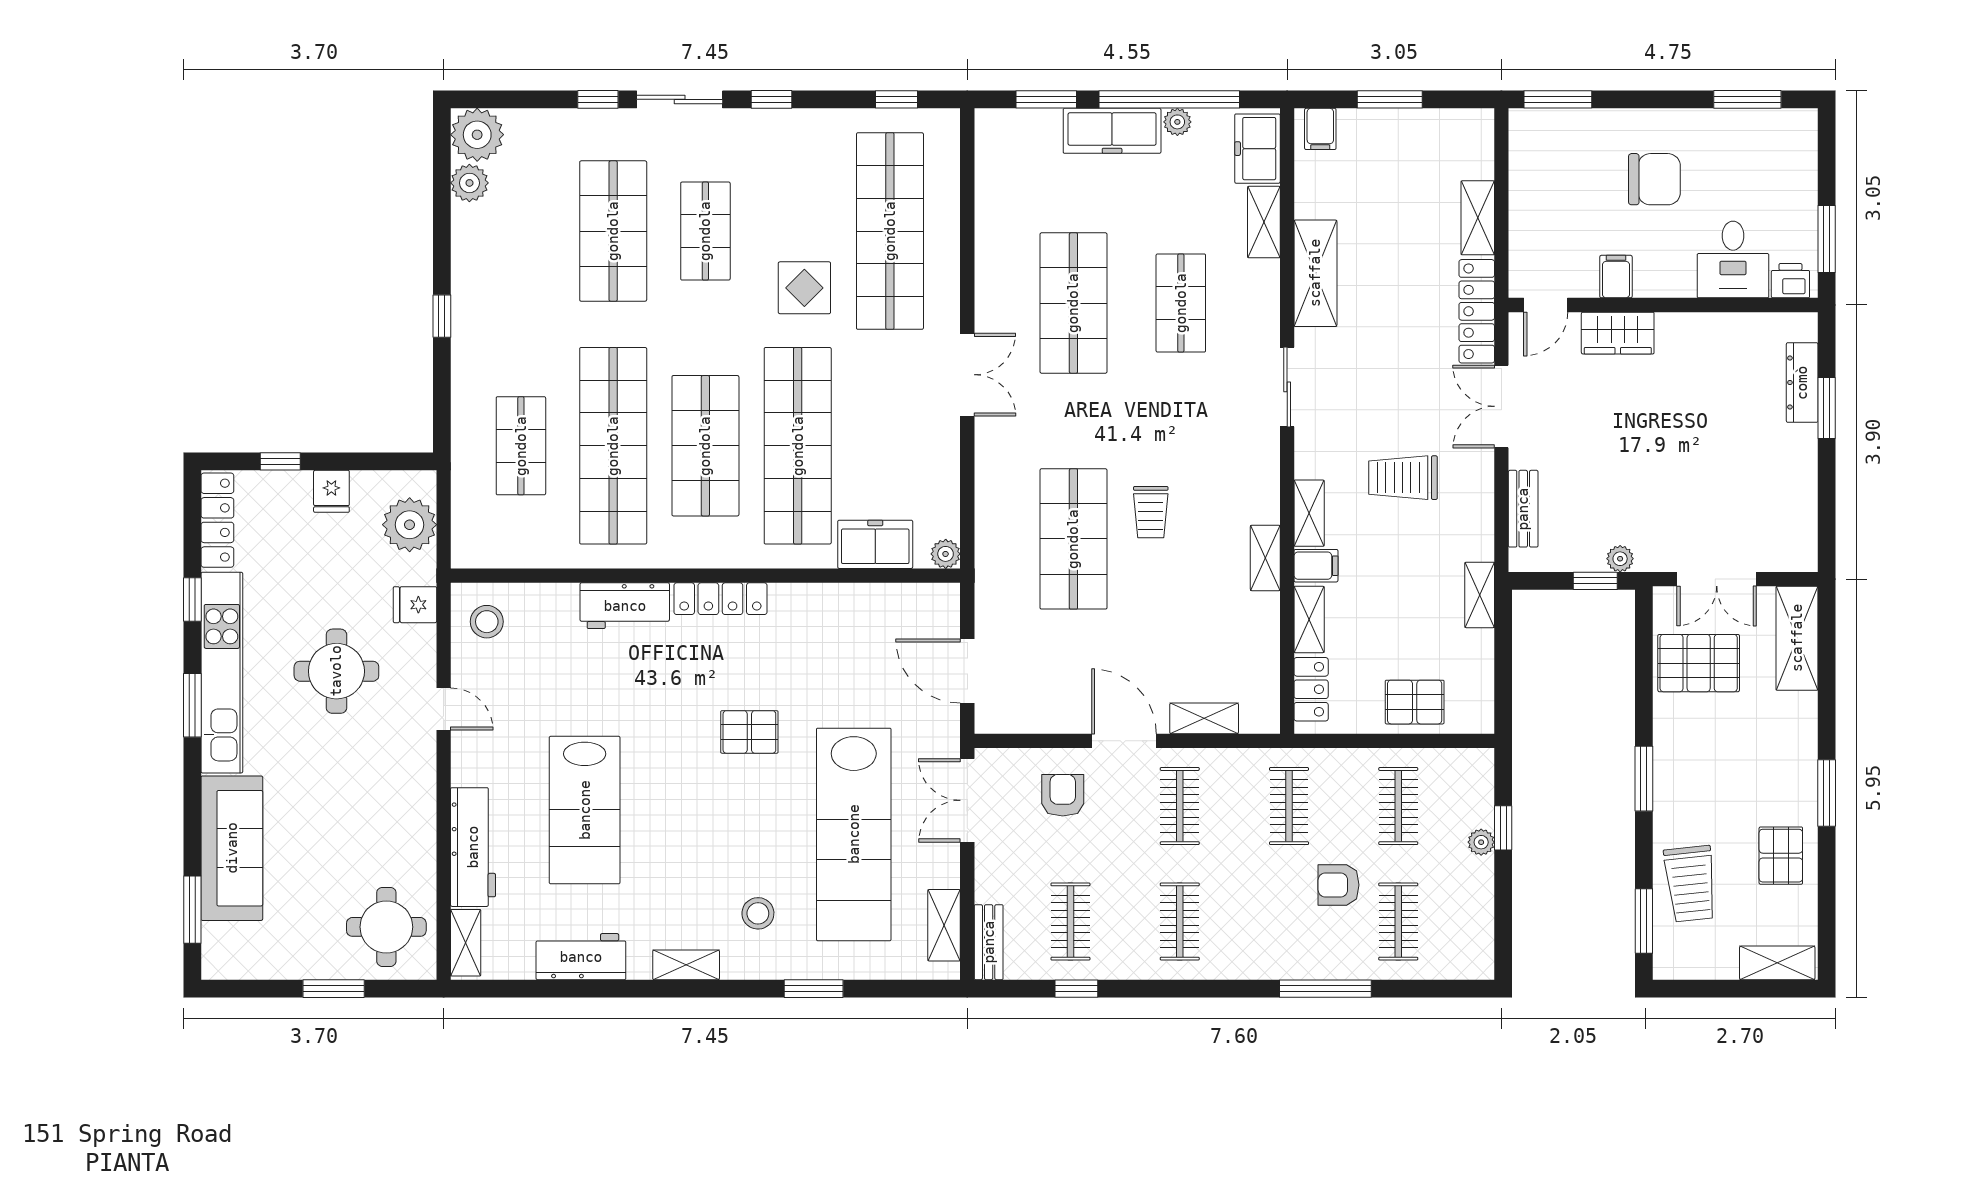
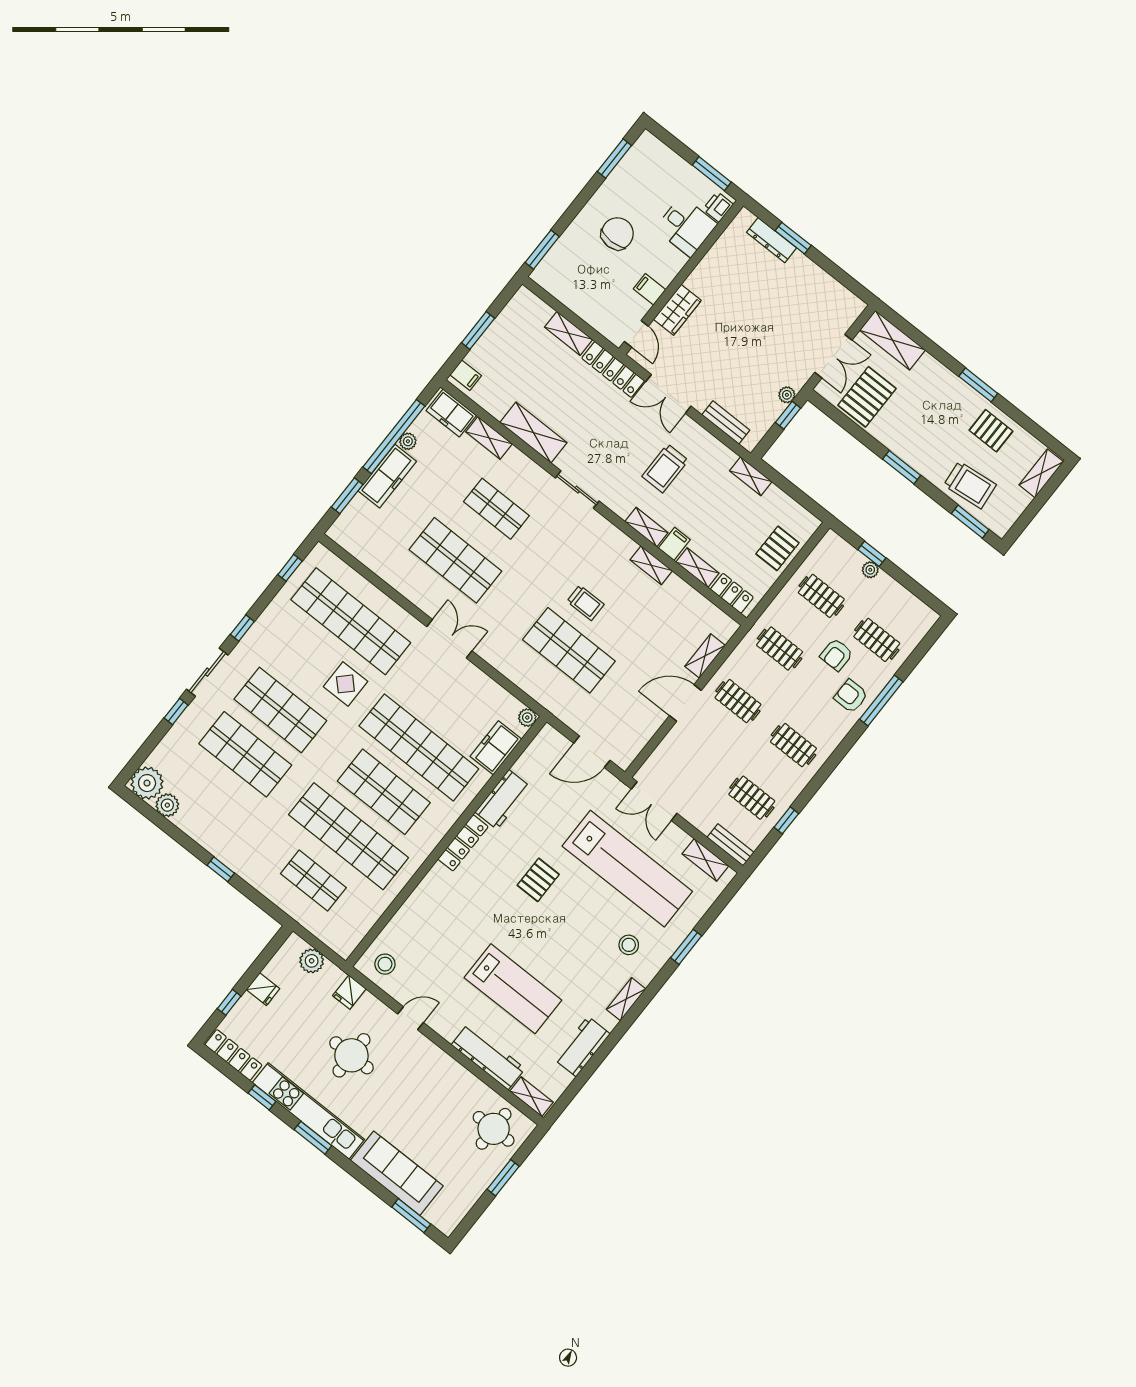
shop shelf: (705, 231) -> (280, 710), width x1.43, depth x1.36
plant: (410, 525) -> (312, 961), width x0.73, depth x0.73
workbench: (625, 606) -> (503, 799), moved
armchair: (1063, 795) -> (851, 696), moved

